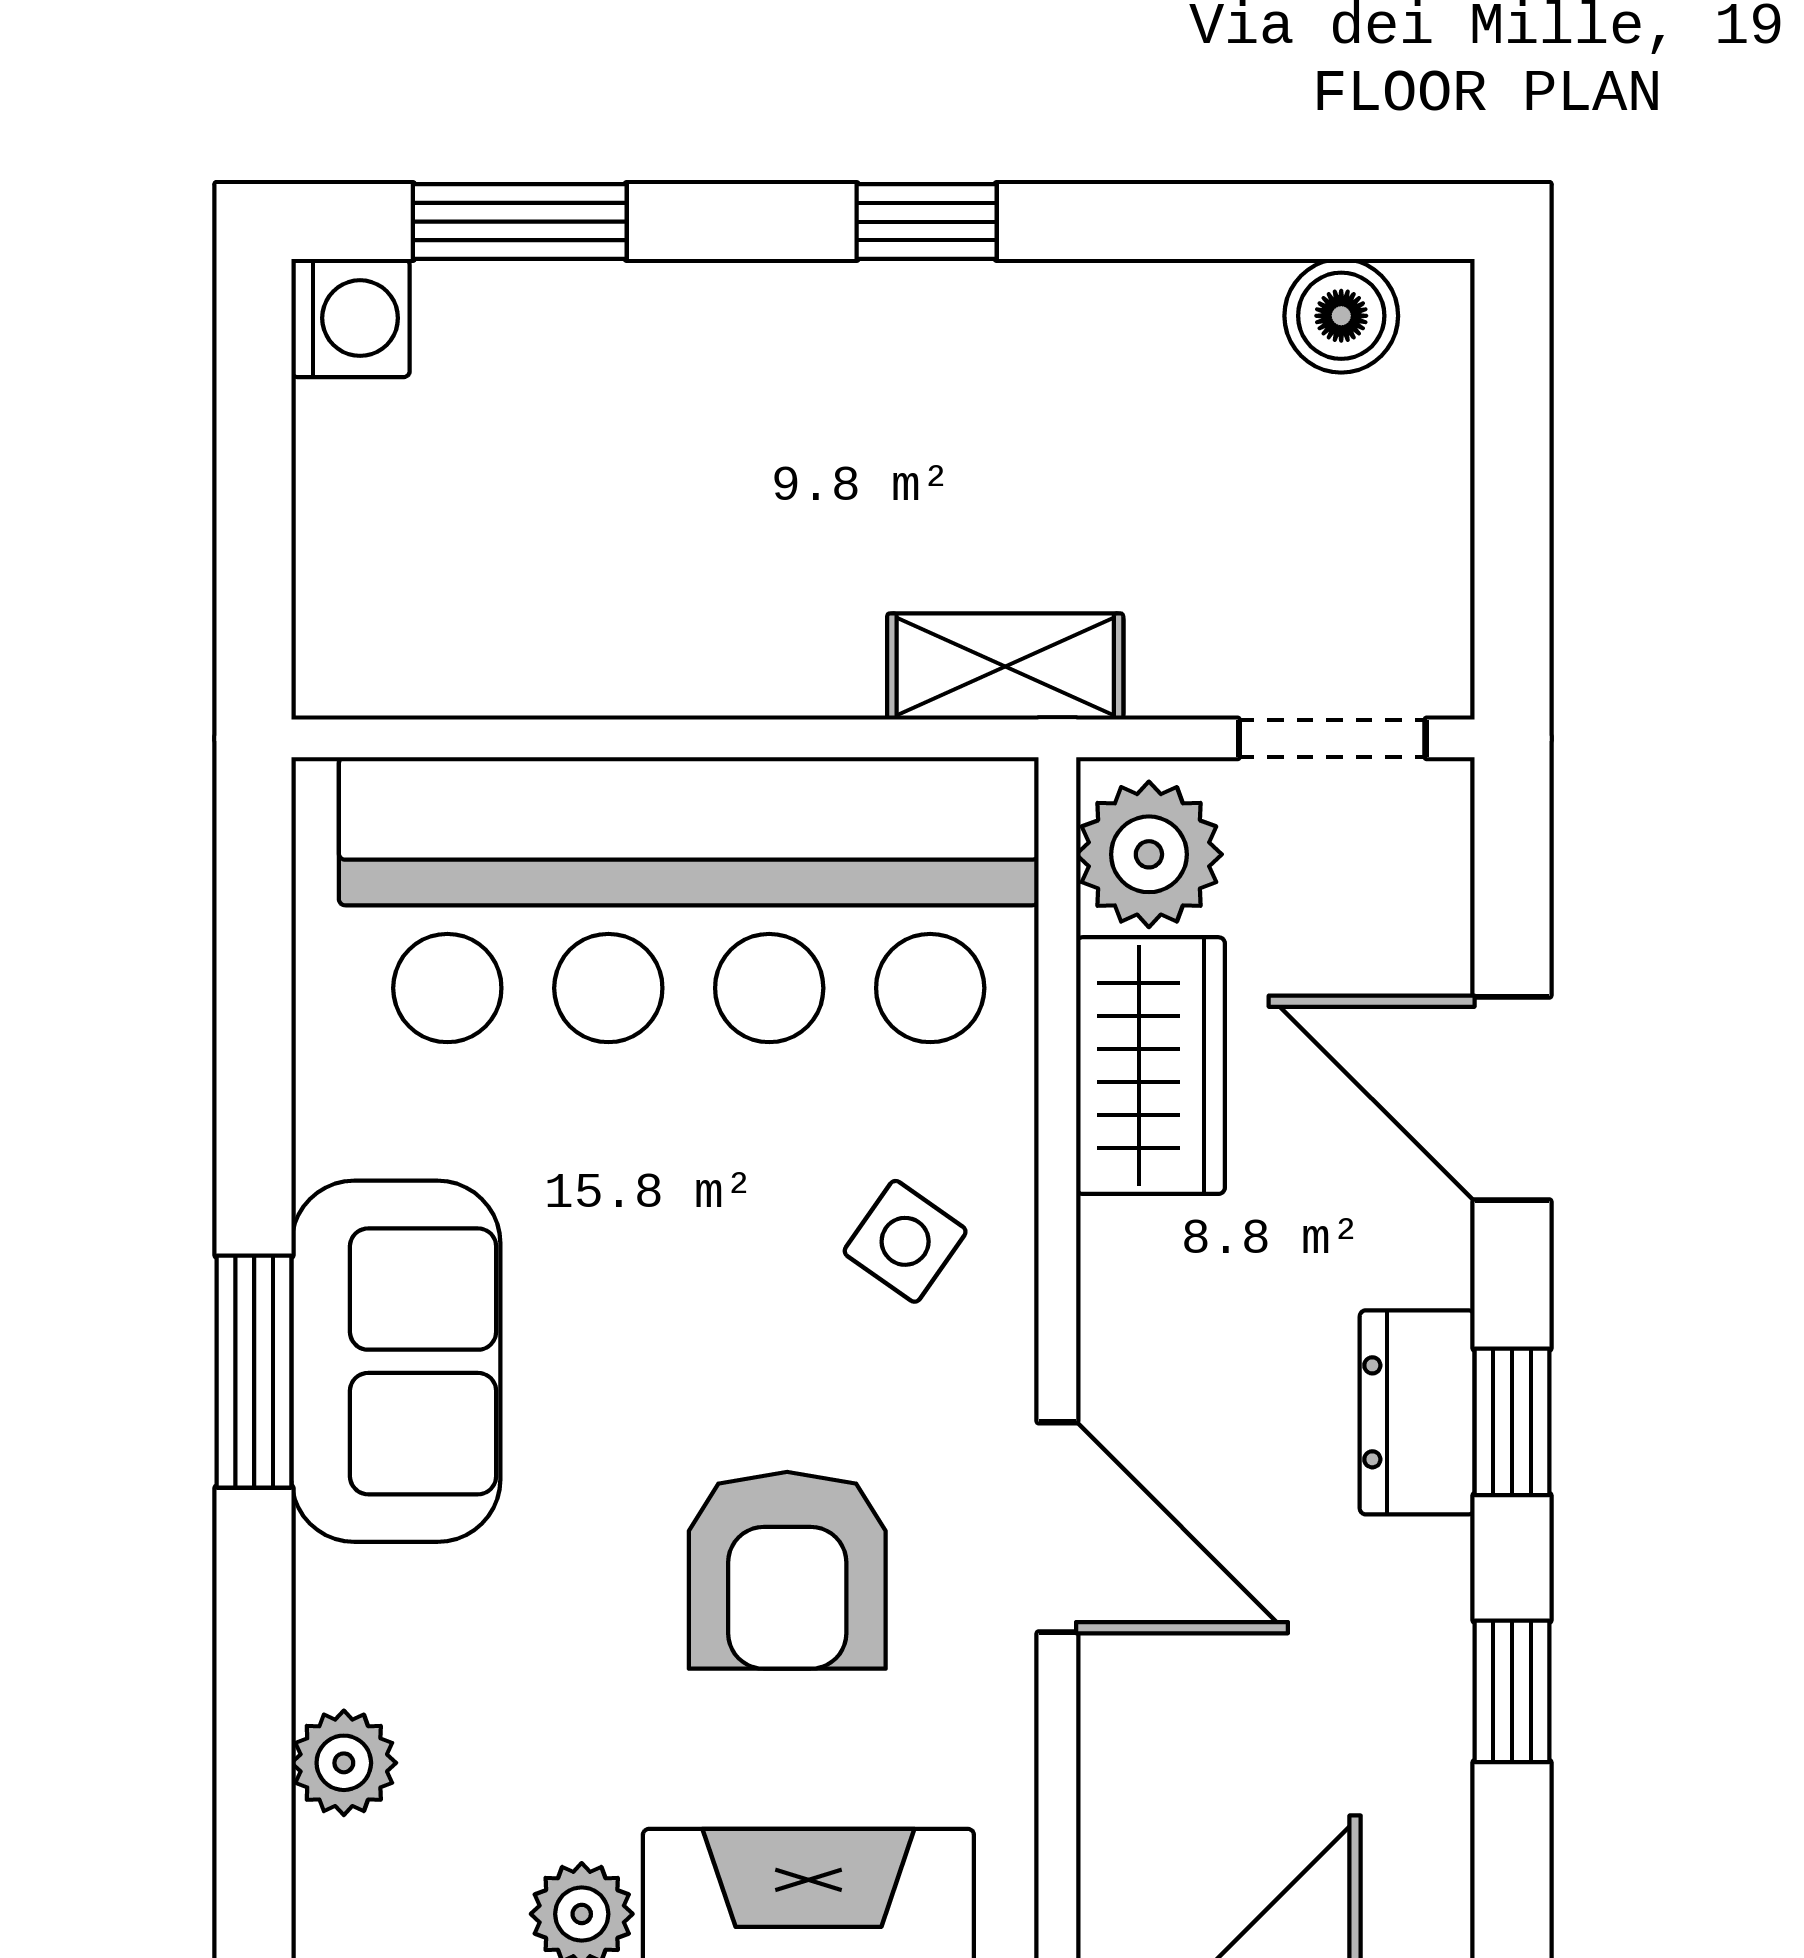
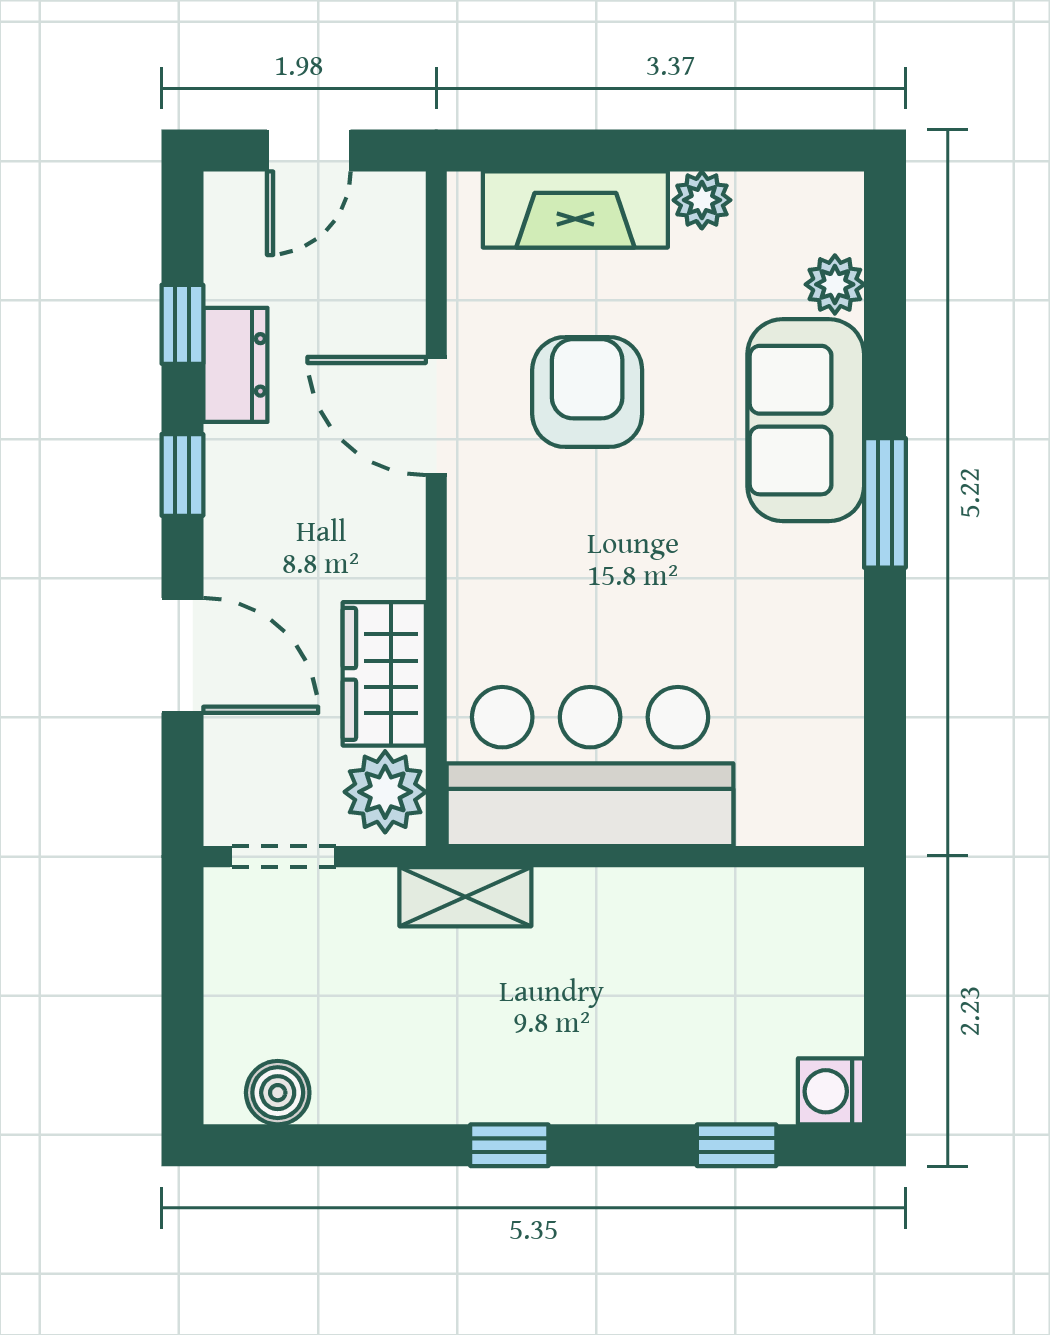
window: (520, 222) -> (737, 1145), width x0.67
bar counter: (689, 900) -> (590, 767), width x0.73
side table: (905, 1241) -> (521, 576), removed
sofa: (396, 1361) -> (806, 420), moved
dresser: (1417, 1412) -> (235, 365), moved

